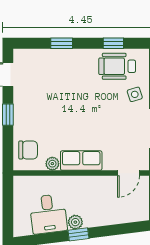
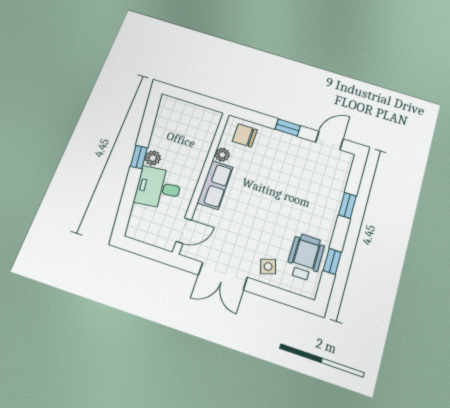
chair: (28, 150) -> (245, 135), turned 90
door: (128, 173) -> (184, 231), swing flipped
desk: (48, 214) -> (158, 188), moved

